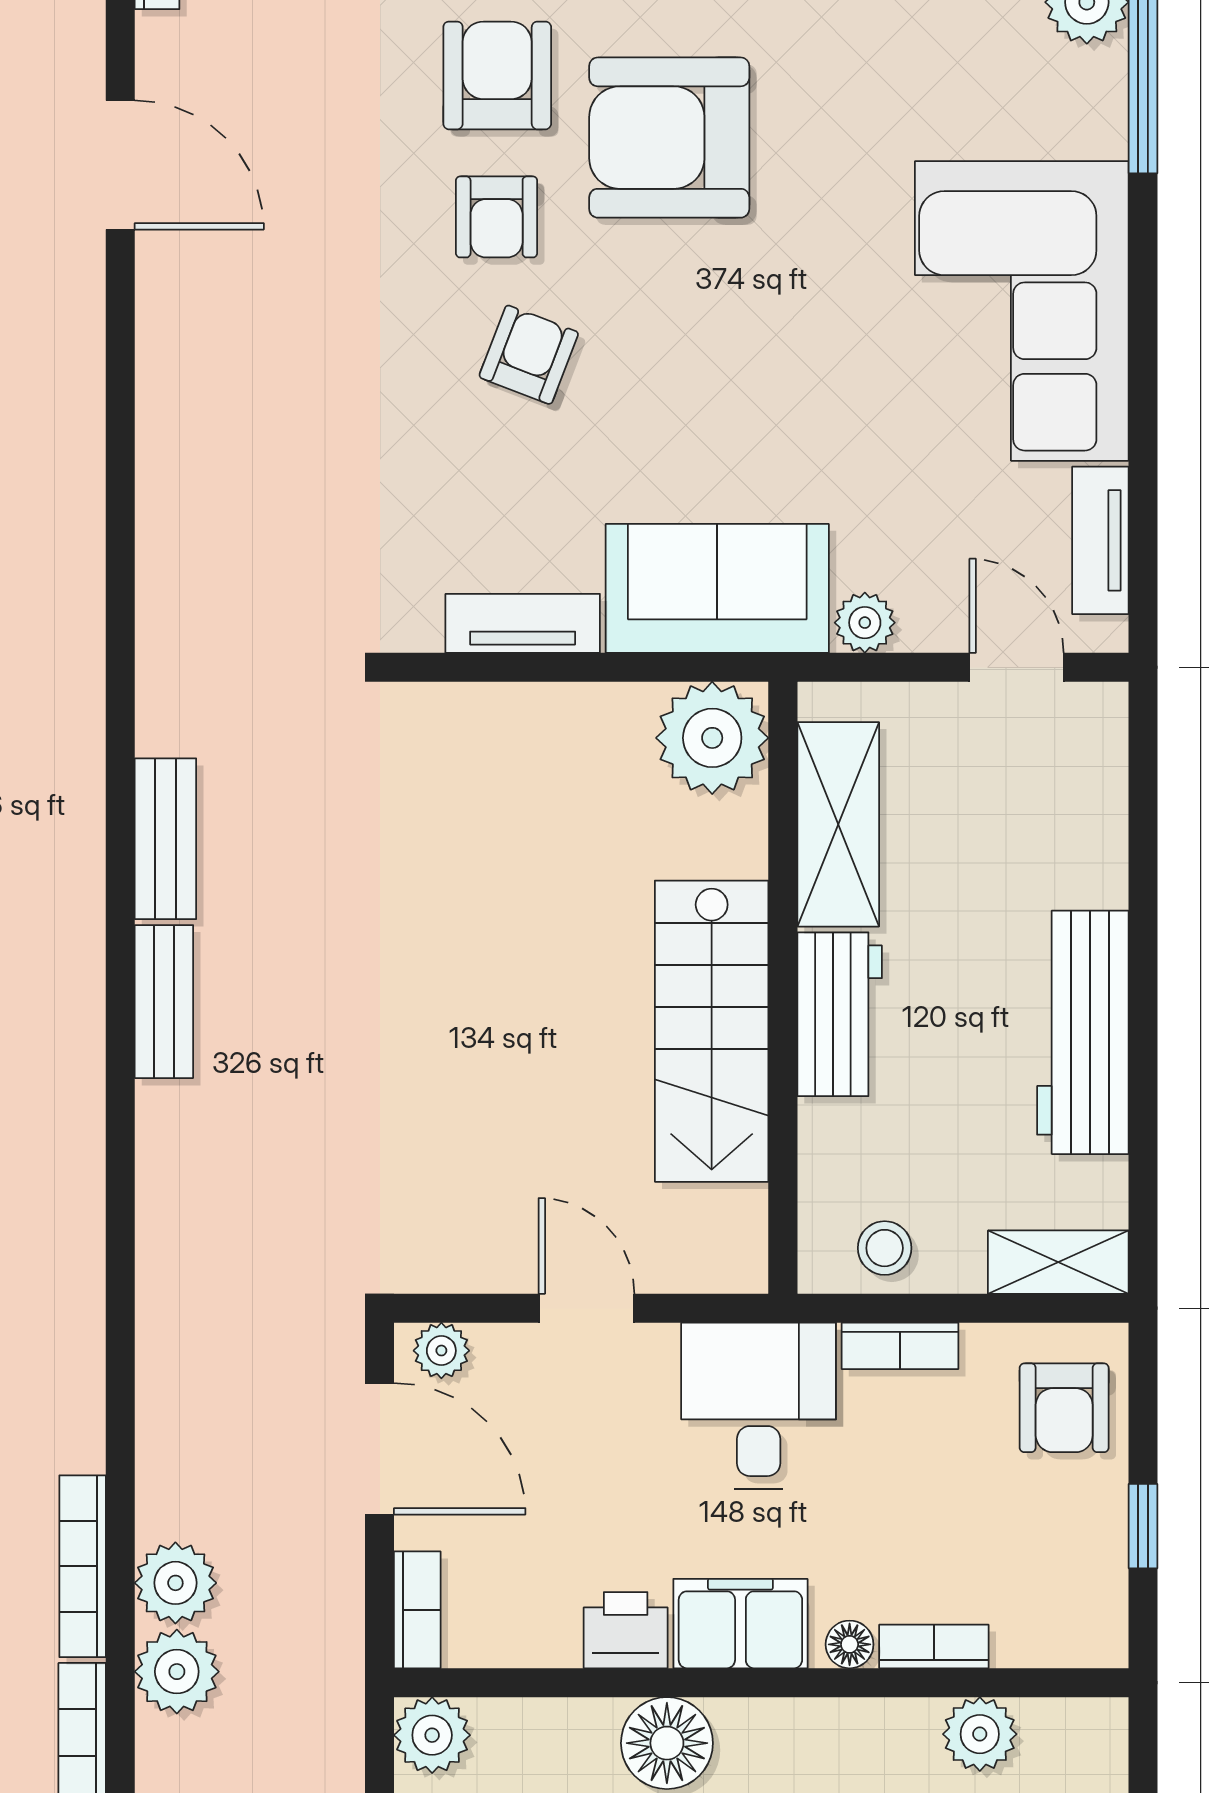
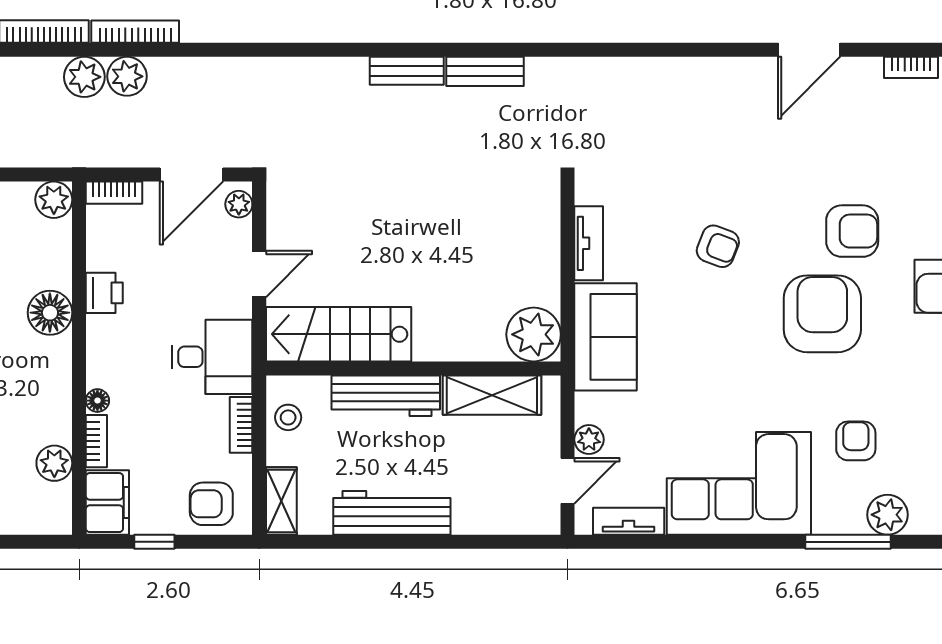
armchair: (497, 217) -> (856, 441), moved, turned 90
plant: (865, 623) -> (589, 440), moved
workbench: (840, 1014) -> (386, 396), width x1.38
stairs: (712, 1031) -> (339, 334), moved
filing cabinet: (740, 1624) -> (107, 503), moved

